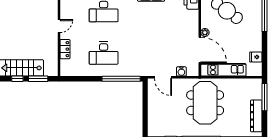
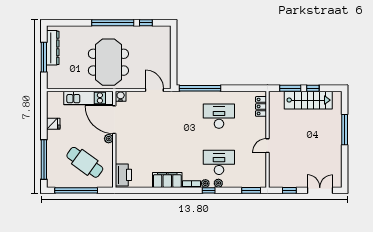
locker: (65, 49) -> (261, 106), moved
fridge: (256, 57) -> (53, 124), moved
water cooler: (181, 71) -> (121, 96), moved
window: (264, 97) -> (44, 57), moved

